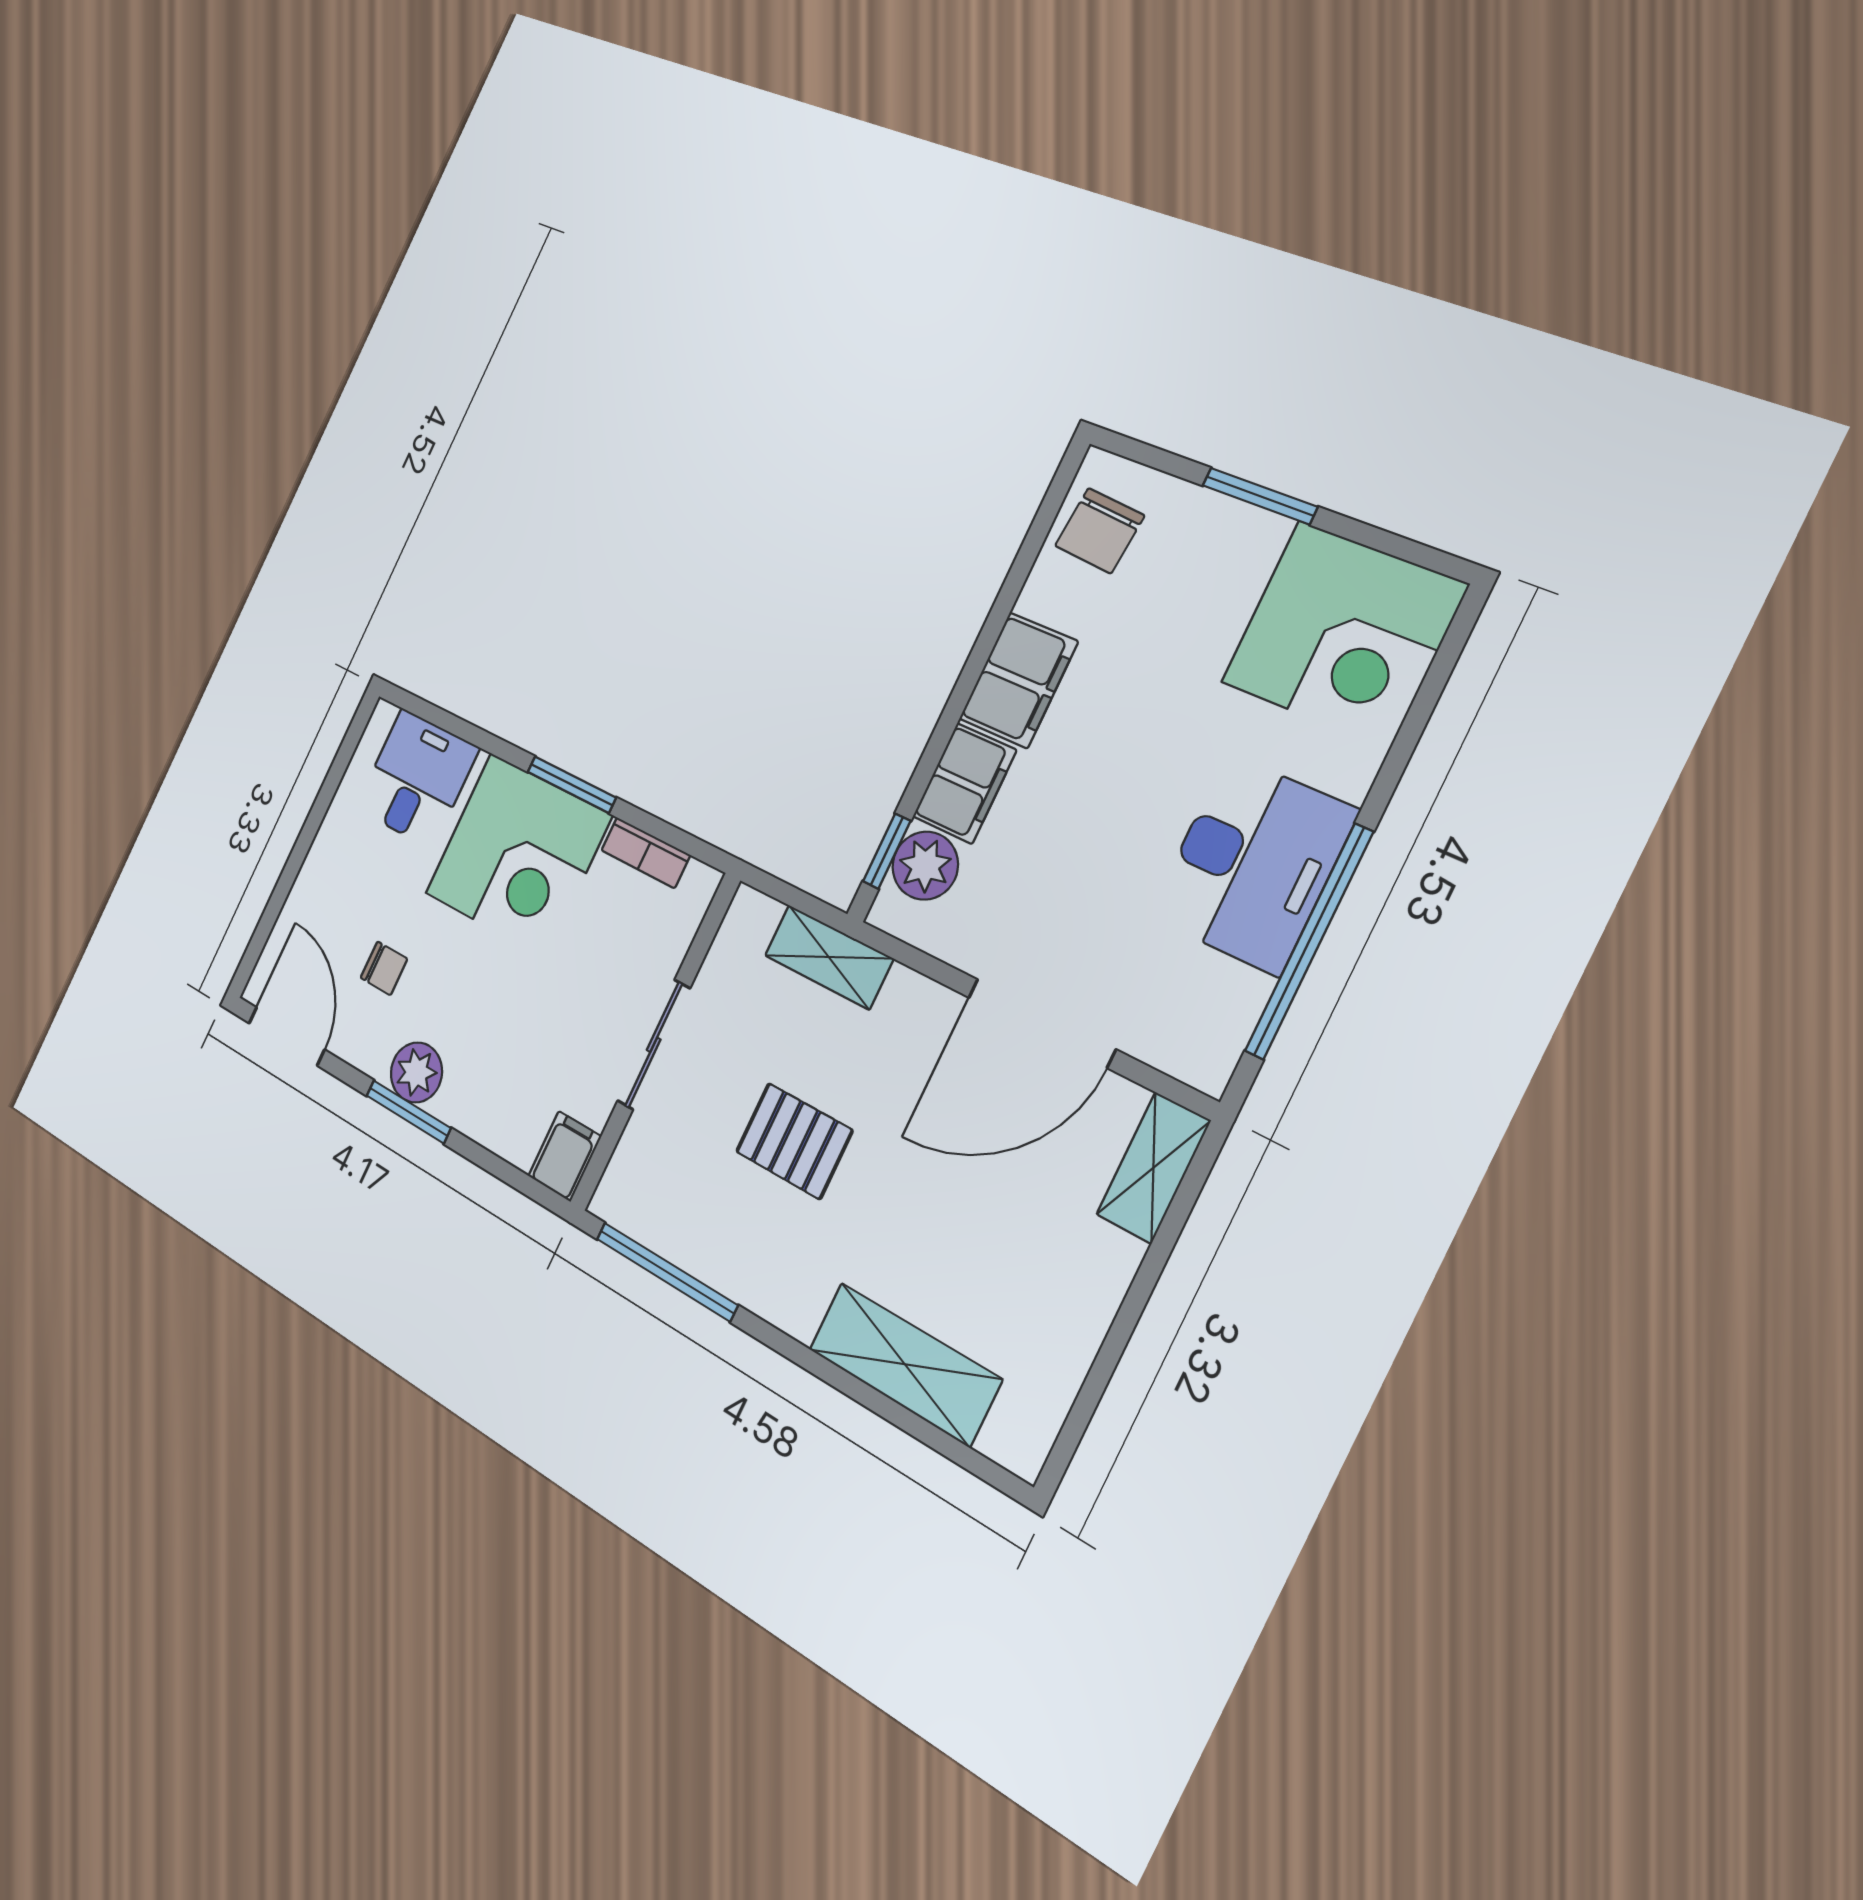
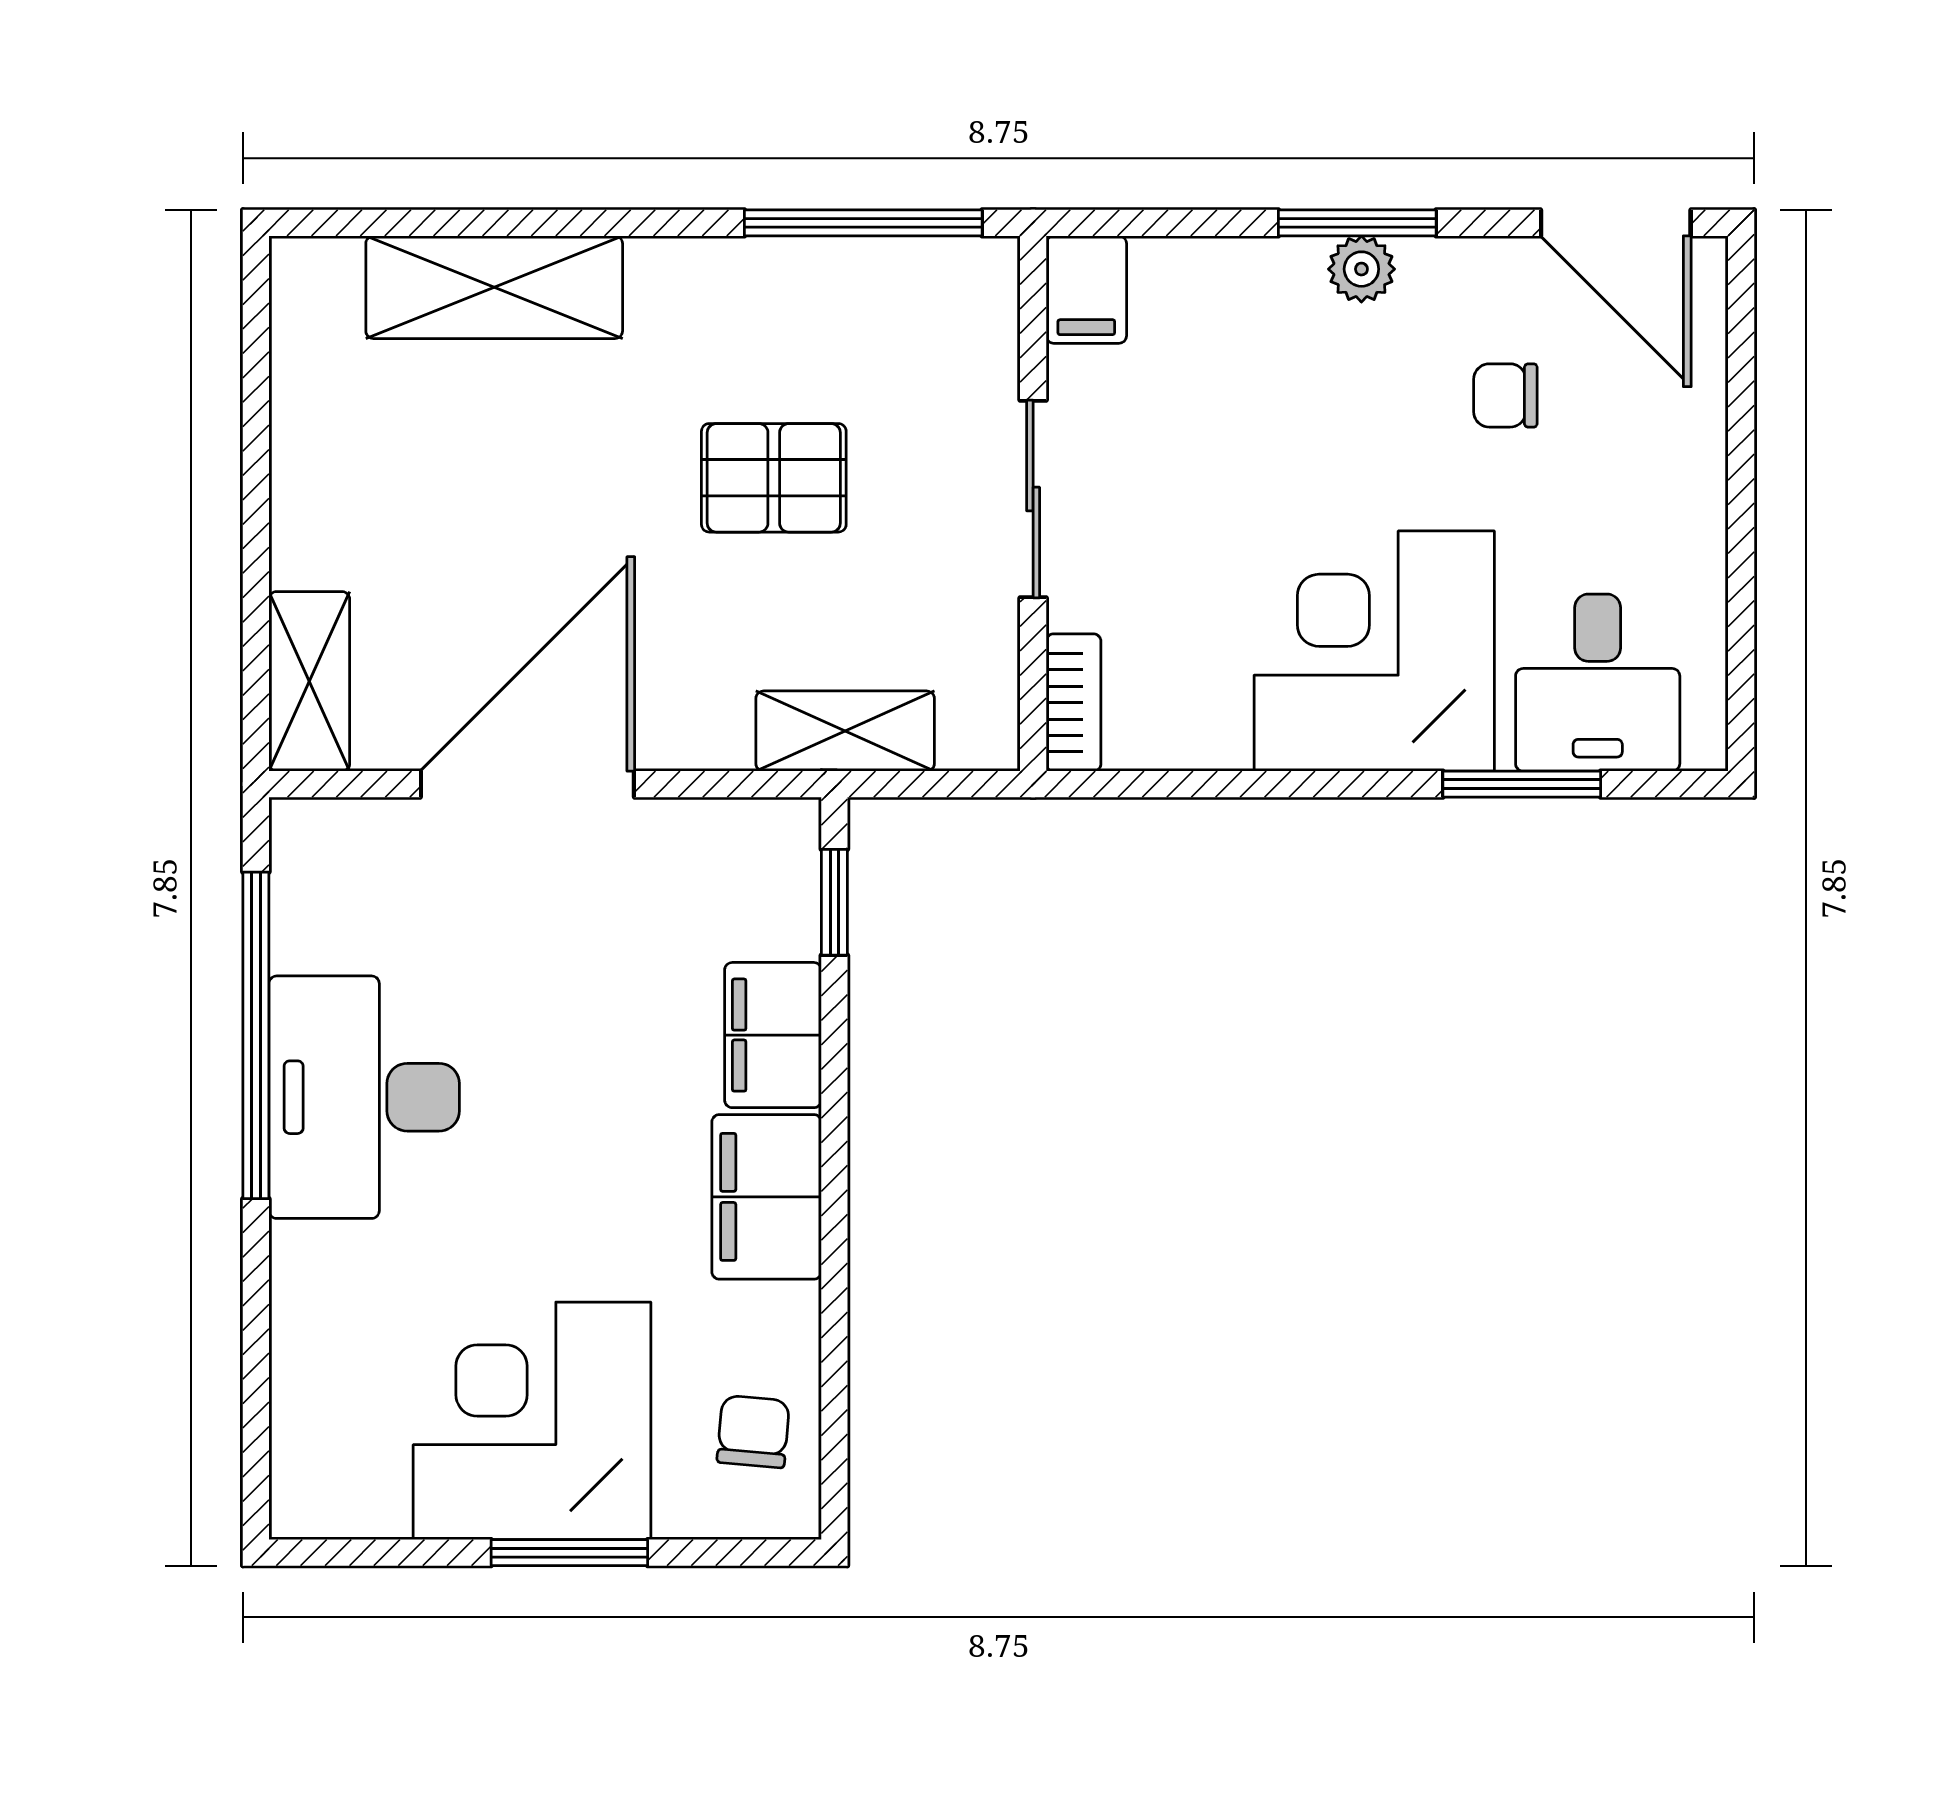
chair: (1100, 531) -> (753, 1432), width x0.73, depth x0.73
corner desk: (1343, 634) -> (532, 1421), moved
window: (572, 785) -> (1522, 784), moved
bookcase: (646, 853) -> (1073, 703), moved, turned 90
plant: (925, 866) -> (774, 908), removed
plant: (416, 1072) -> (1361, 269), width x0.73, depth x0.73

